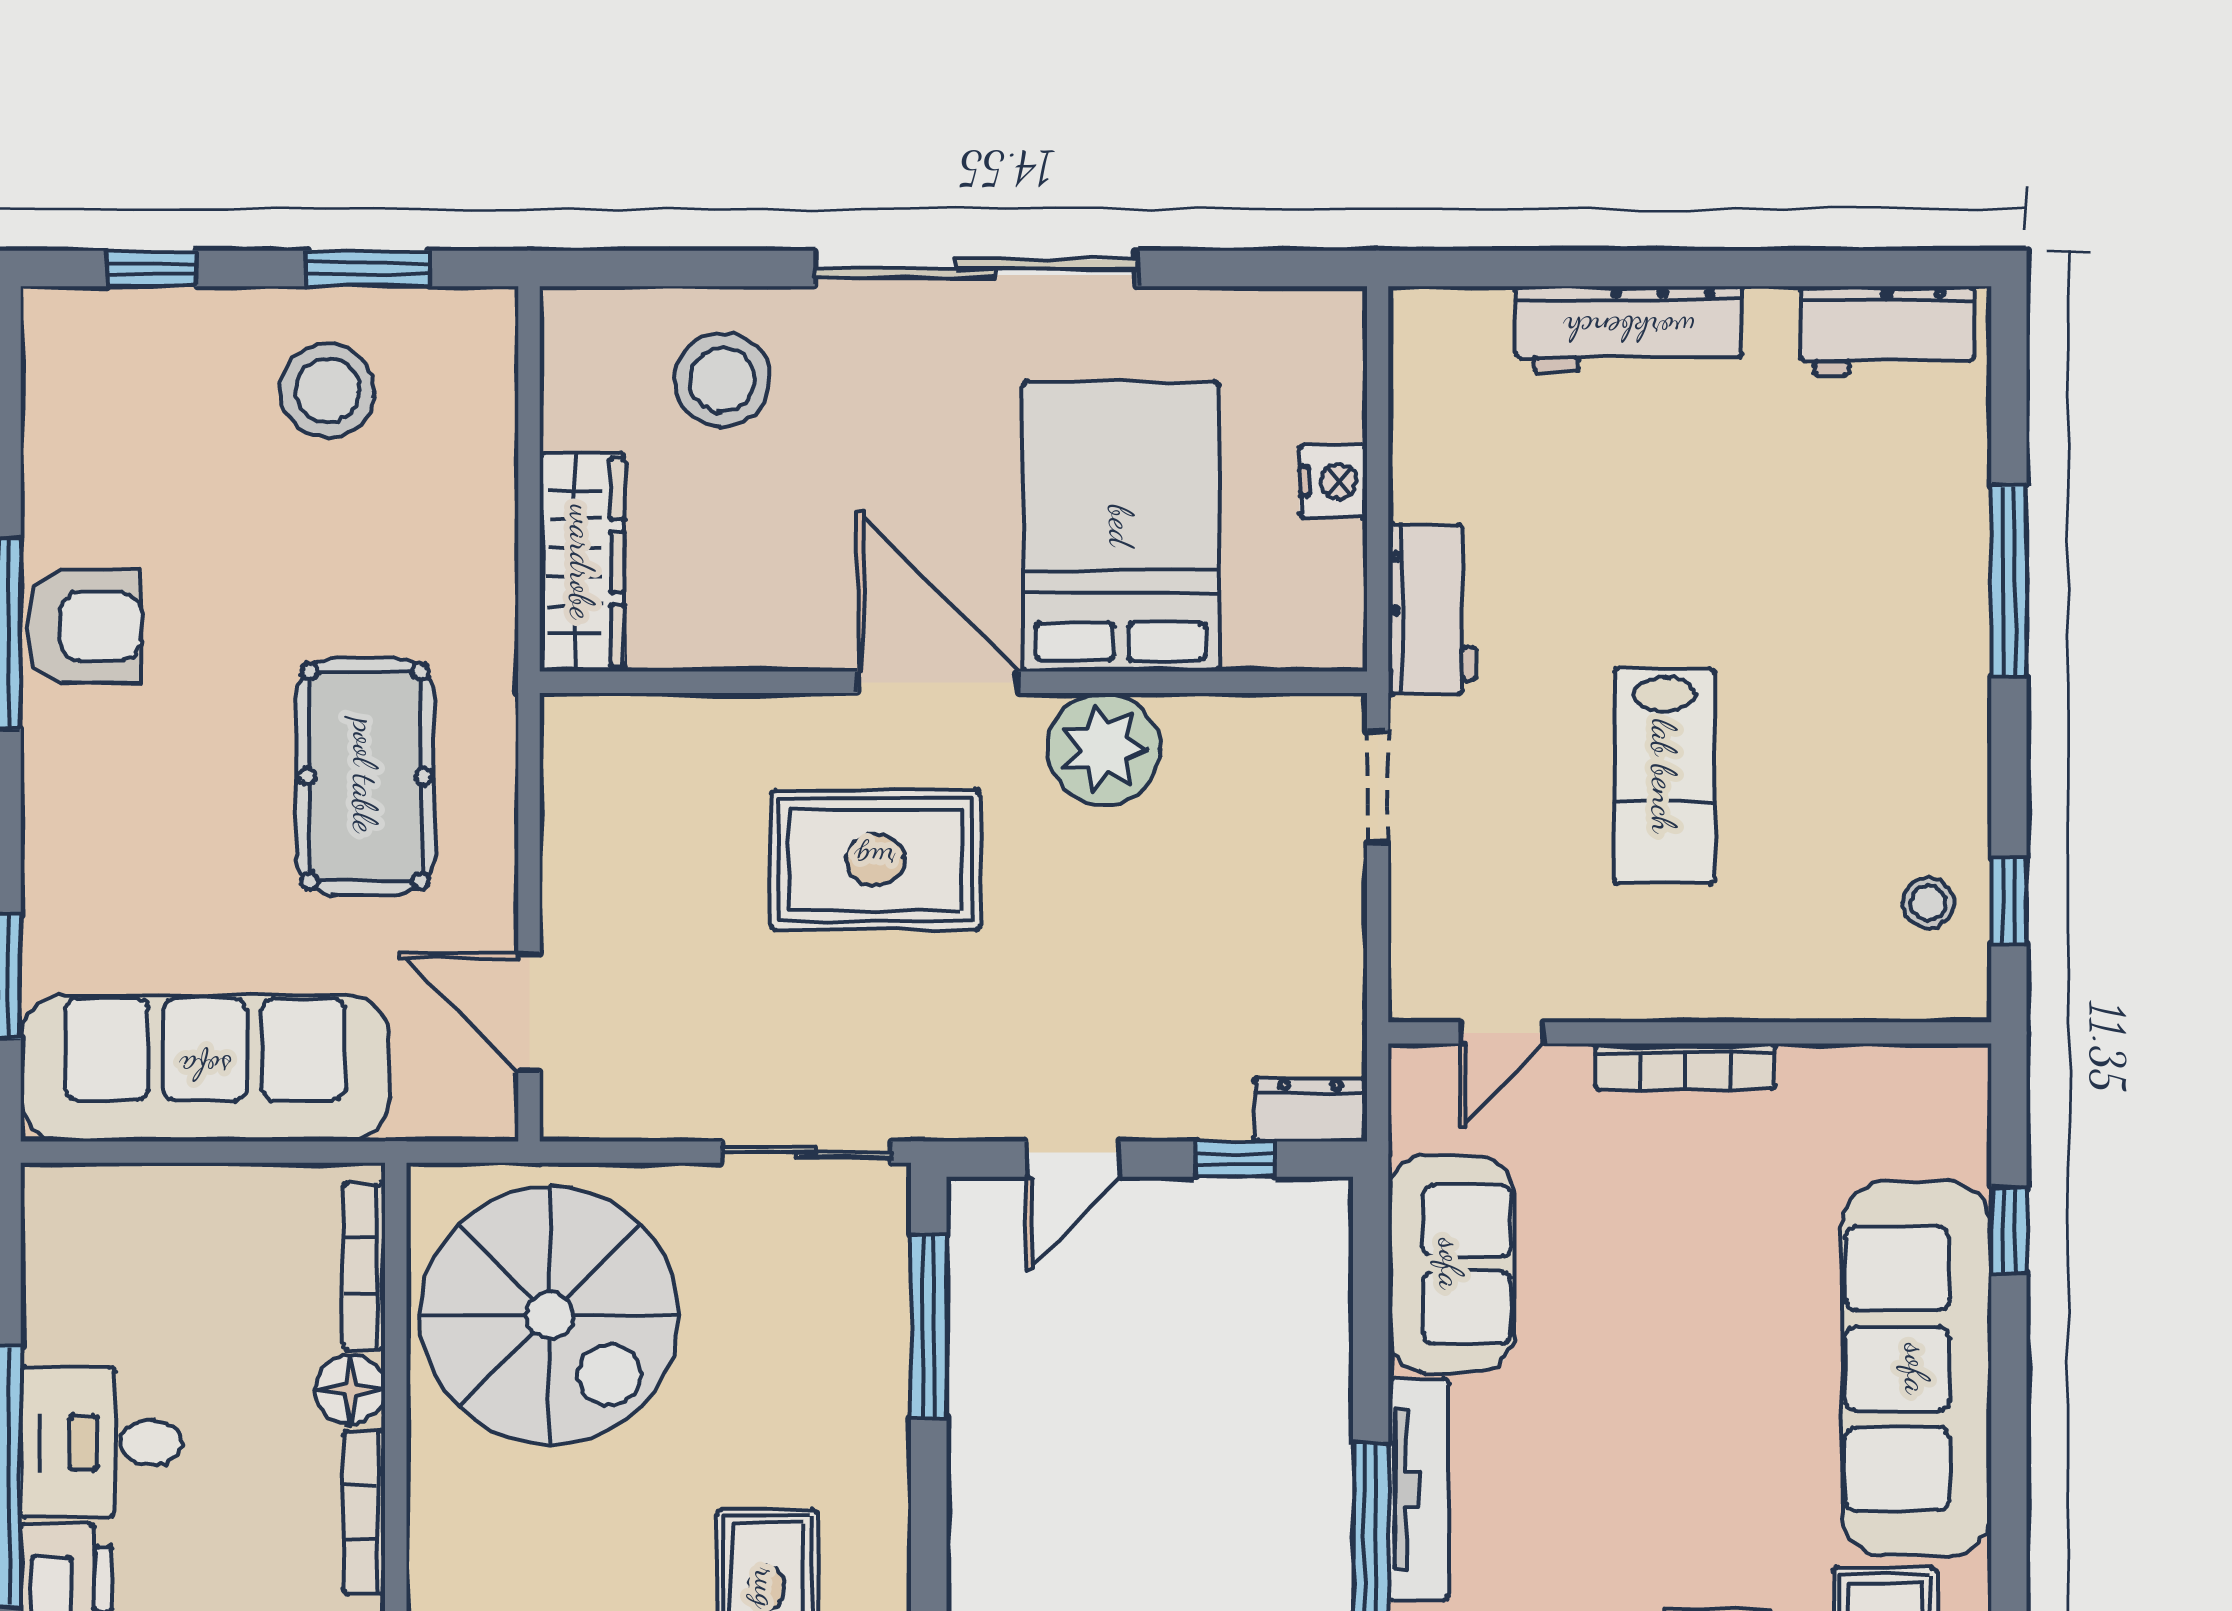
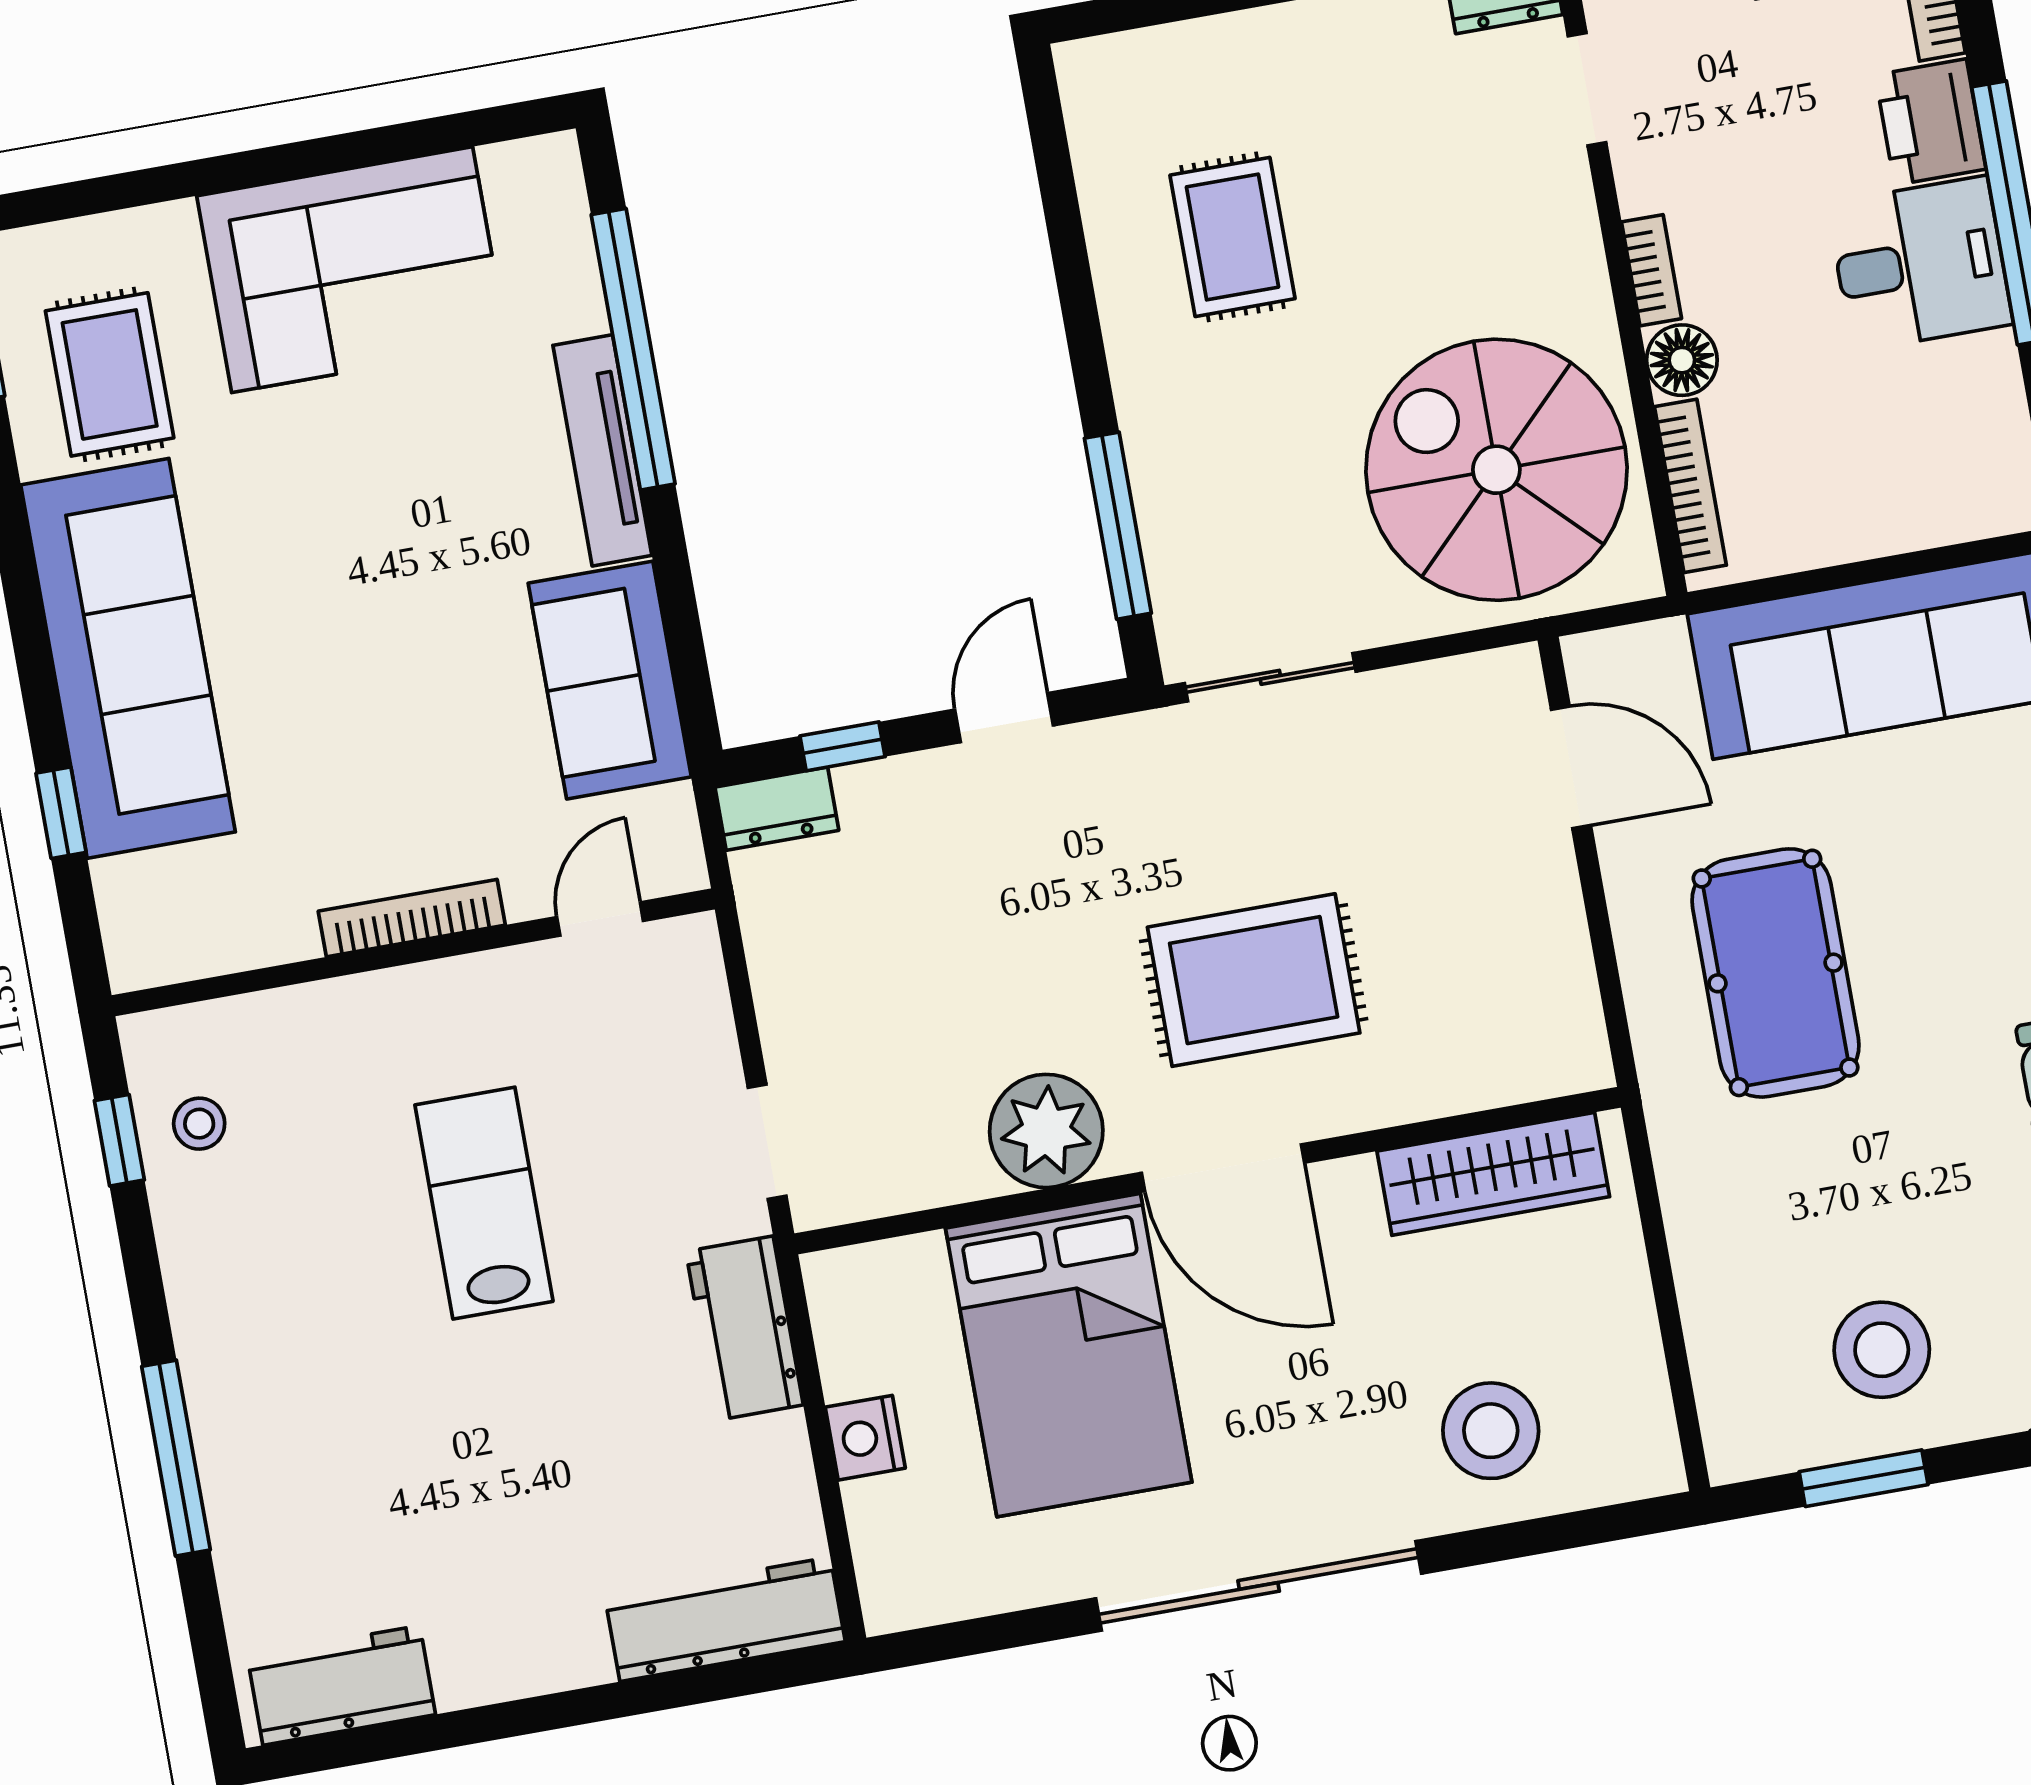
workbench: (1629, 329) -> (725, 1619), moved
wardrobe: (582, 562) -> (1493, 1174), moved, turned -90
bookcase: (364, 1512) -> (1651, 270), width x0.64

